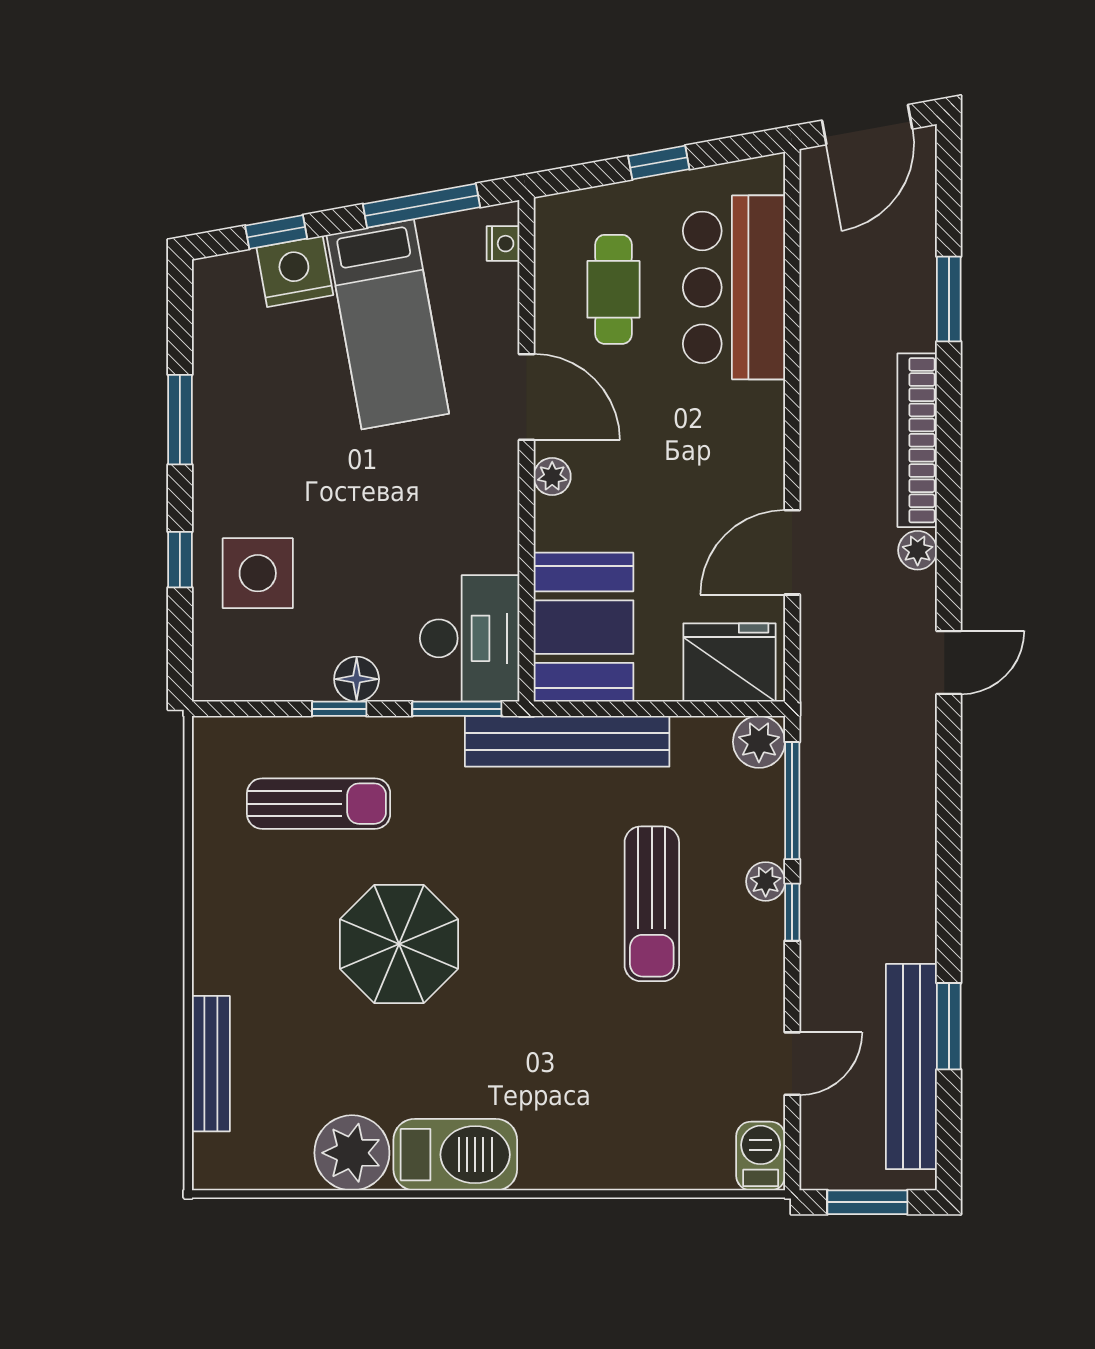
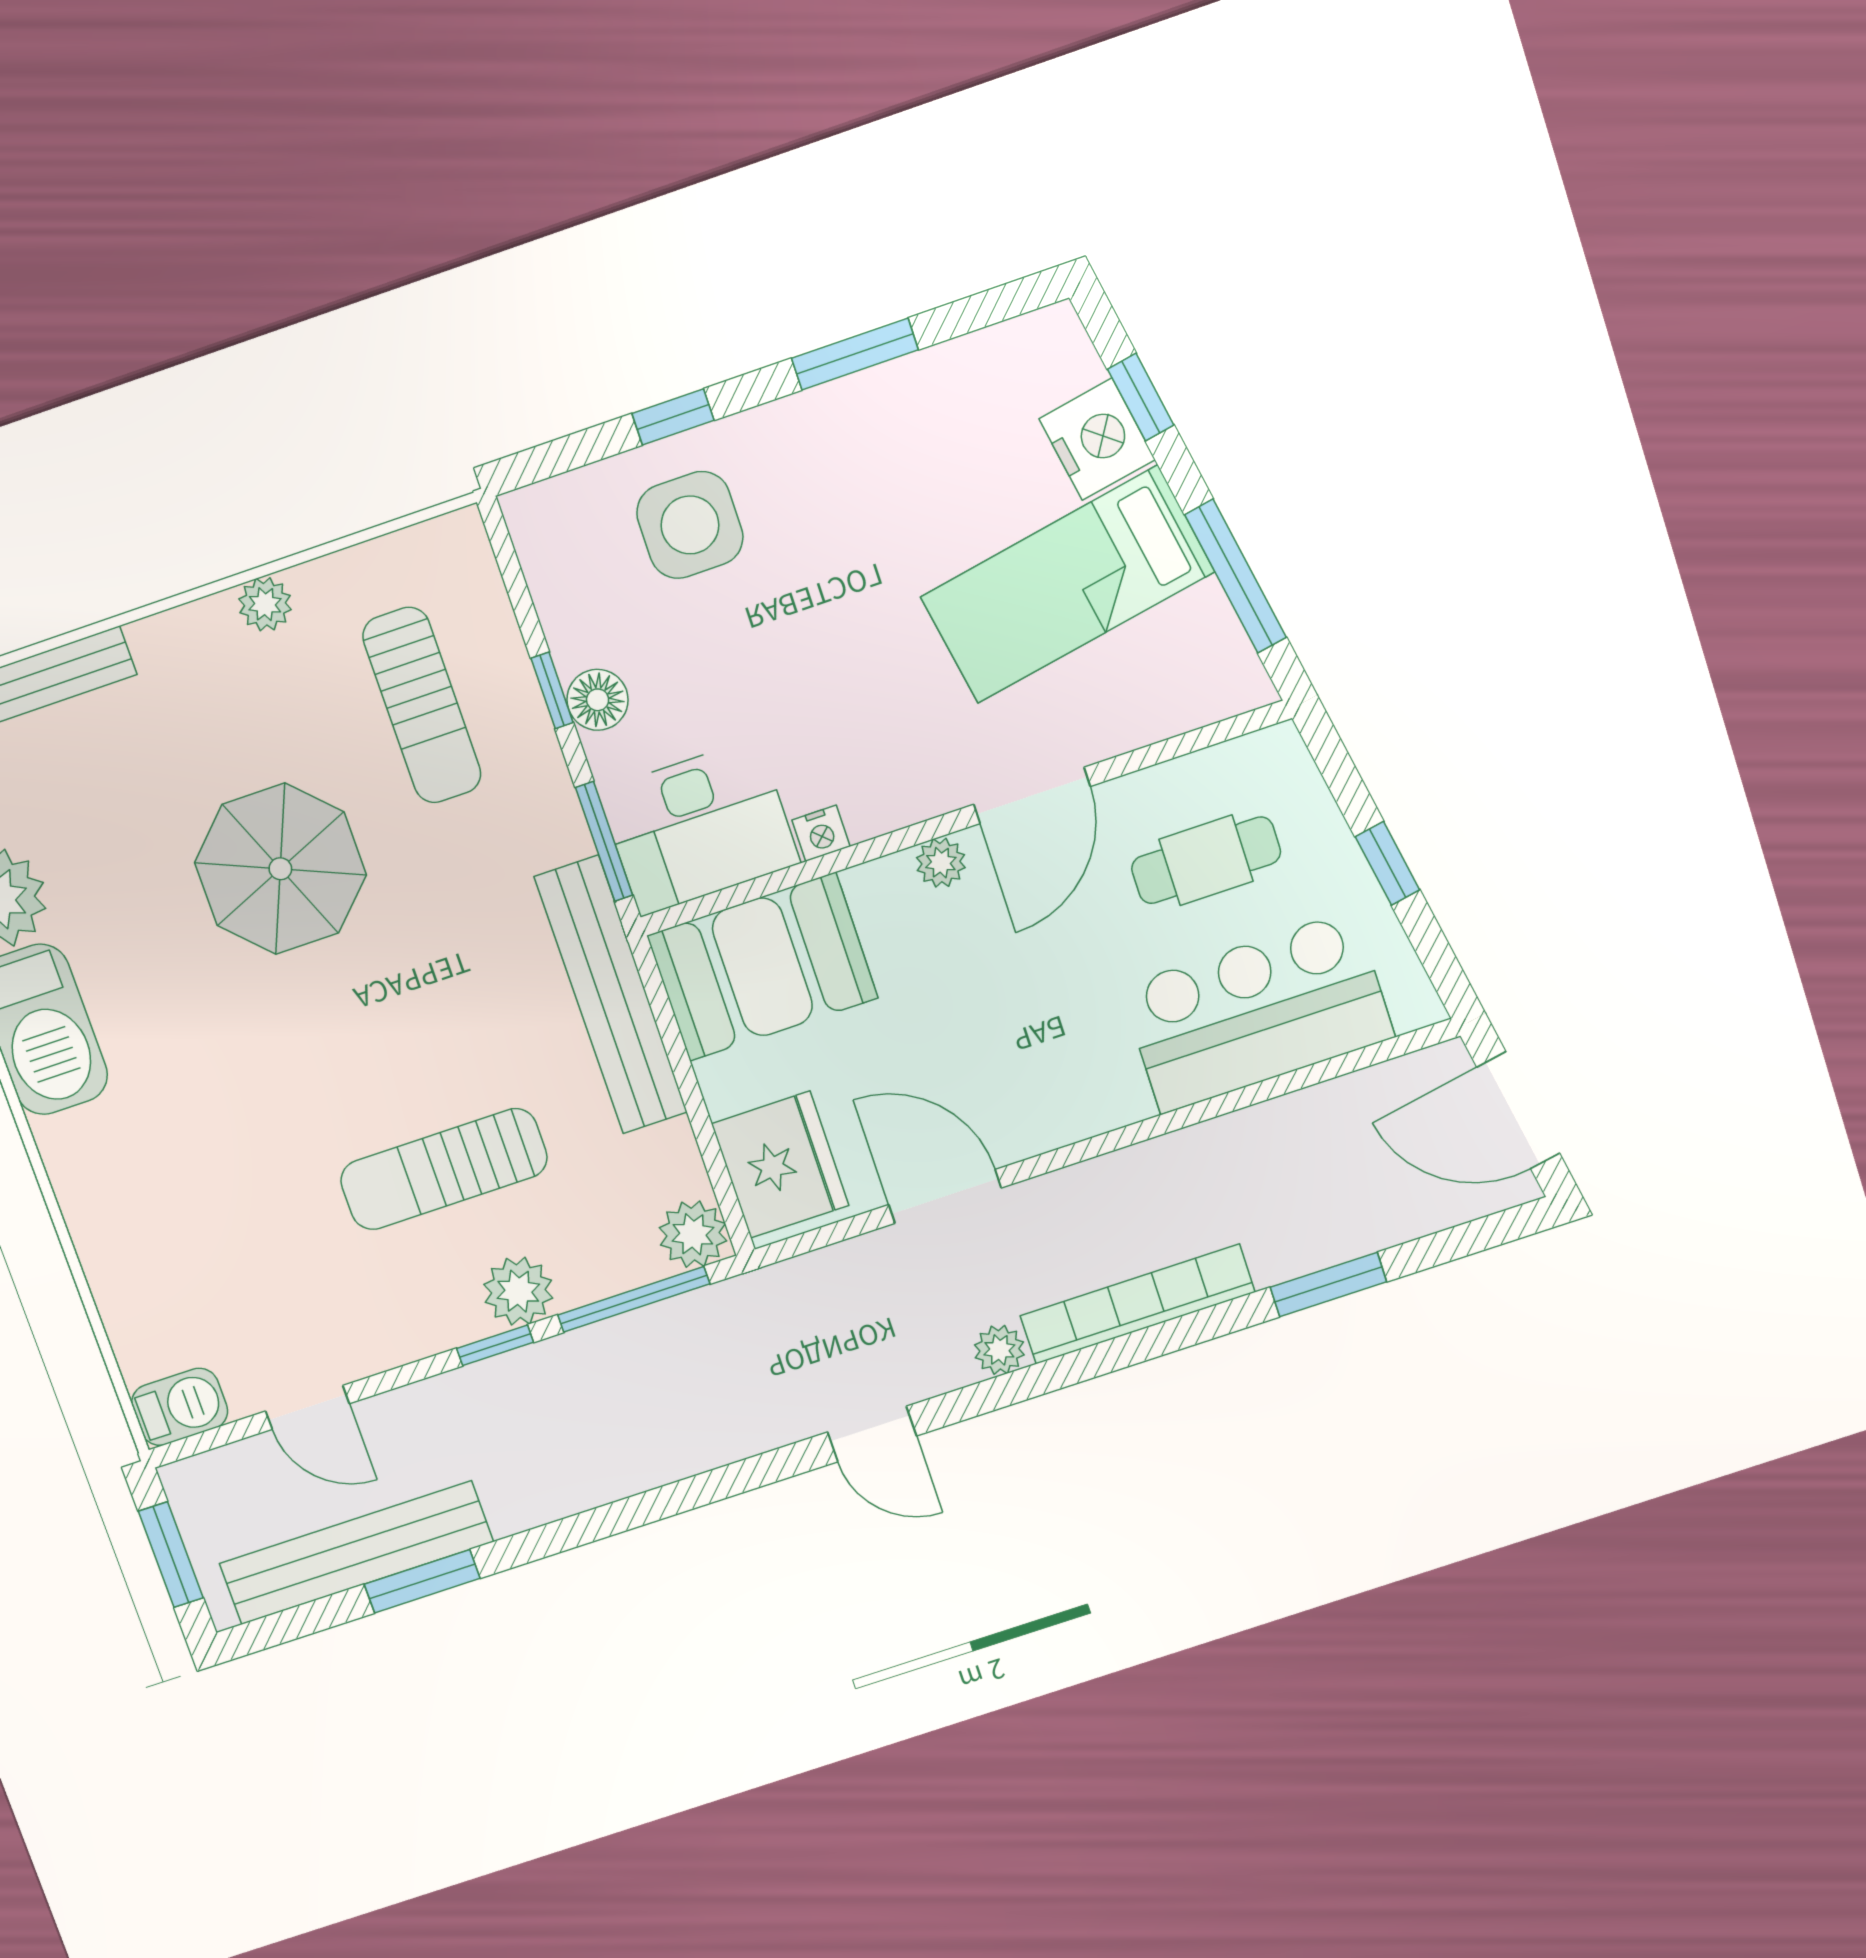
nightstand: (503, 244) -> (821, 833), moved
plant: (766, 881) -> (518, 1291), width x1.38, depth x1.38
plant: (212, 889) -> (265, 604), added

